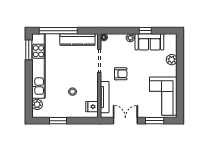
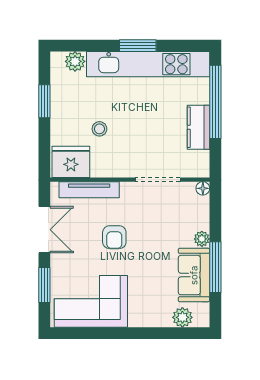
window: (145, 31) -> (215, 267), width x2.17
kitchen counter: (77, 40) -> (198, 127), width x0.67
window: (29, 50) -> (138, 46), moved
plant: (172, 60) -> (182, 317), moved
armchair: (121, 74) -> (114, 237), moved
fridge: (92, 107) -> (71, 162), width x1.88, depth x1.34

